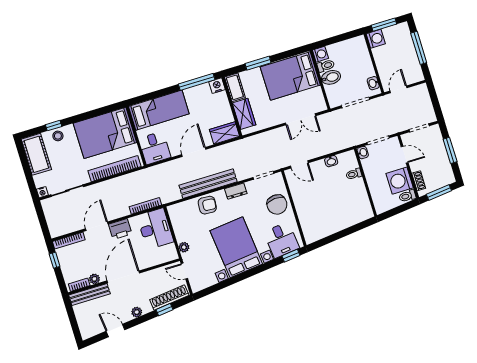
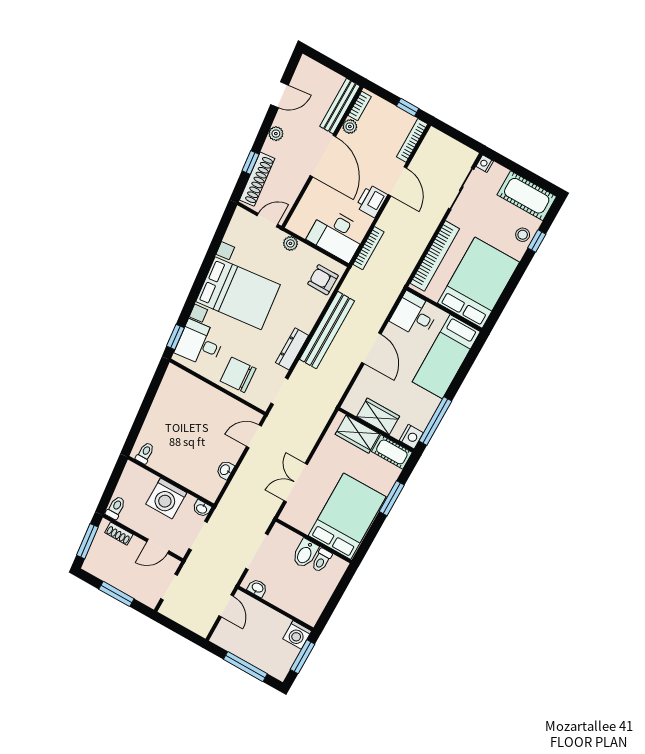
washing machine: (320, 54) -> (338, 567), removed
wardrobe: (225, 133) -> (378, 416), moved, turned -90
toilet: (354, 174) -> (145, 453), moved
washing machine: (400, 181) -> (166, 498), moved, turned 180
dresser: (236, 191) -> (292, 349), width x1.44
armchair: (207, 205) -> (323, 280), moved, turned 86

